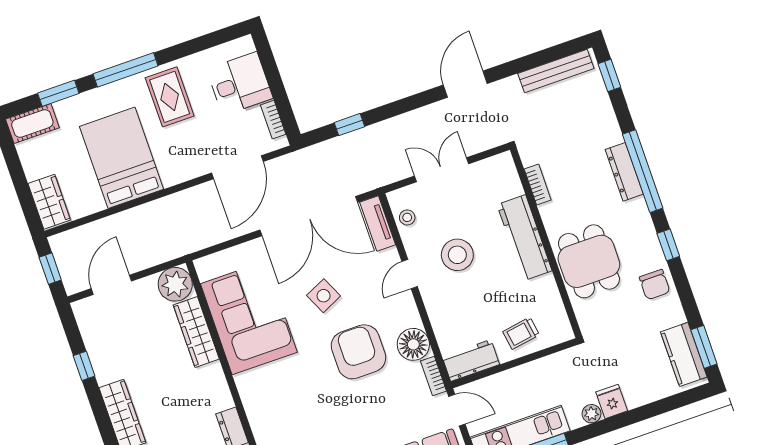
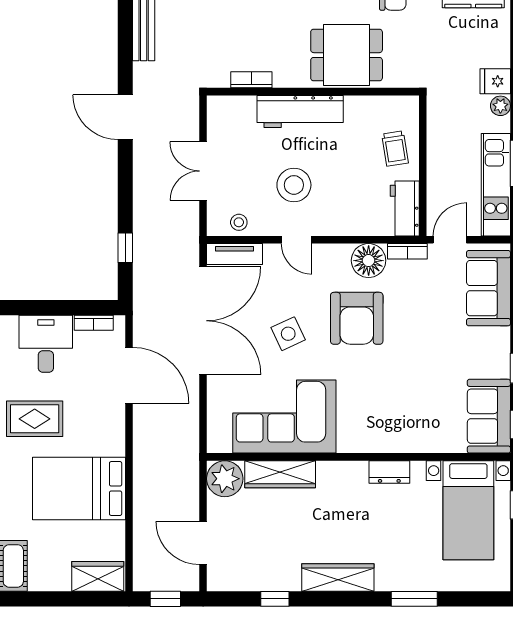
armchair: (358, 352) -> (357, 318), turned -90

